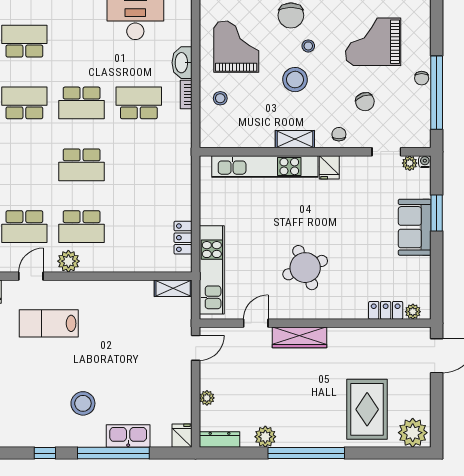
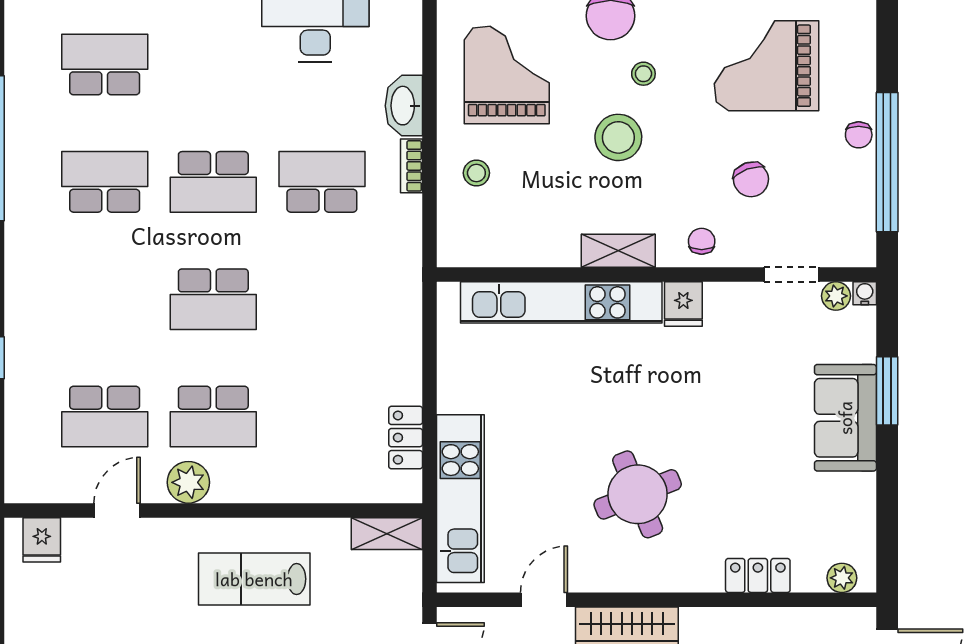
locker: (386, 310) -> (758, 575), moved
lab bench: (49, 323) -> (254, 579), moved

